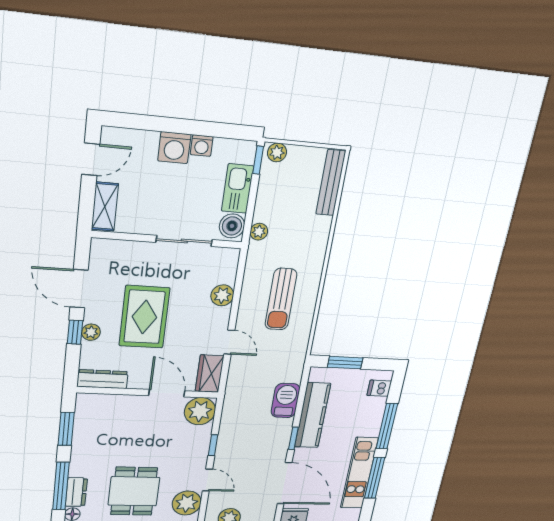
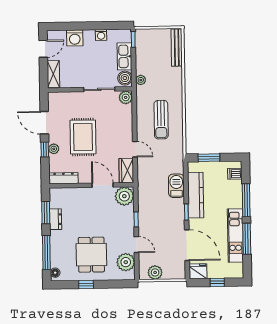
washing machine: (174, 148) -> (75, 38), moved
plant: (277, 152) -> (143, 34), removed
plant: (222, 295) -> (126, 97), moved
dresser: (76, 492) -> (56, 219), moved

